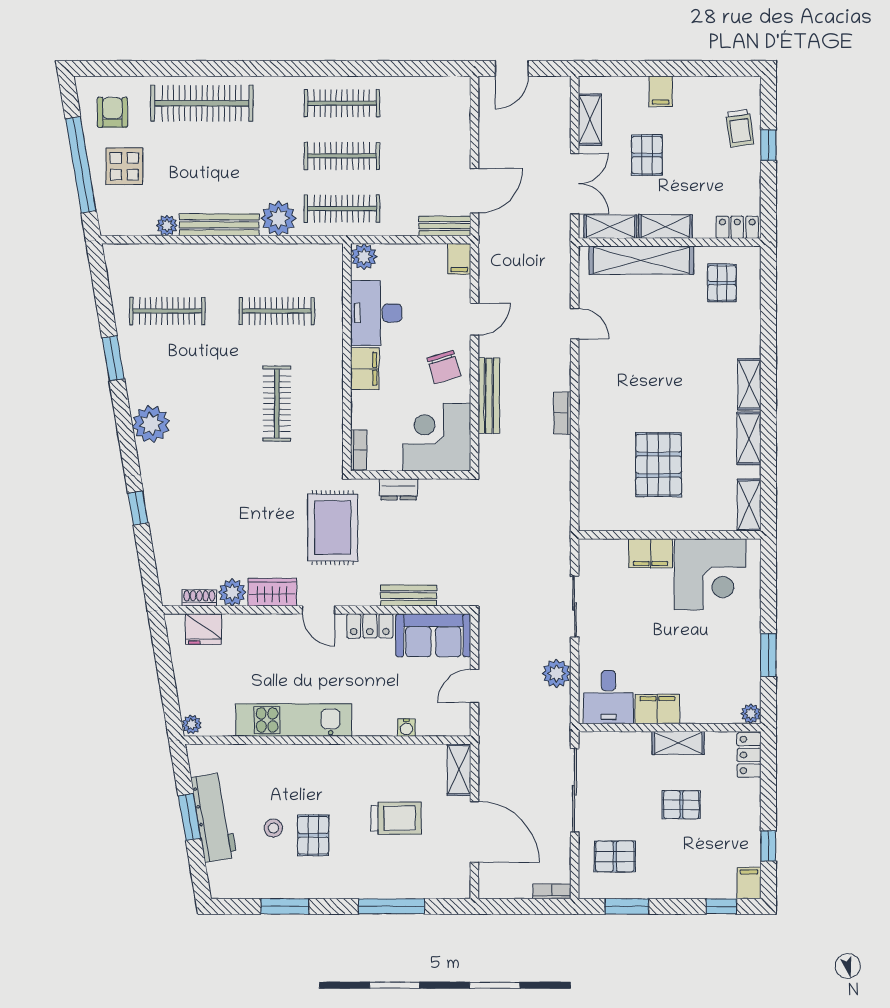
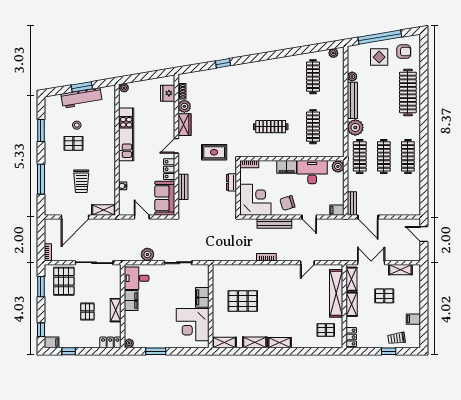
filing cabinet: (661, 91) -> (413, 319), moved
double door: (575, 184) -> (371, 263), swing flipped
window: (113, 358) -> (291, 52), removed
plant: (151, 424) -> (333, 53), moved, width x0.53, depth x0.53
rug: (333, 528) -> (214, 152), width x0.73, depth x0.70
pallet: (615, 856) -> (64, 281), width x1.50, depth x1.42

